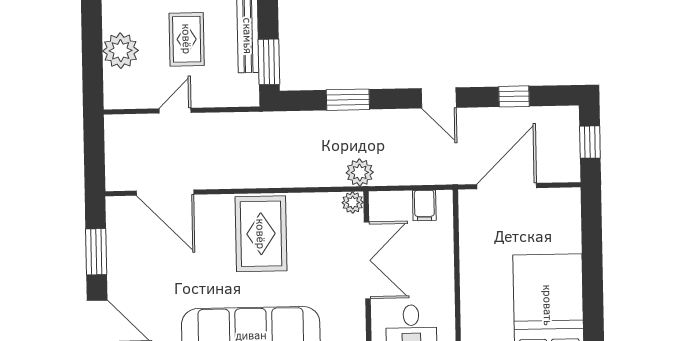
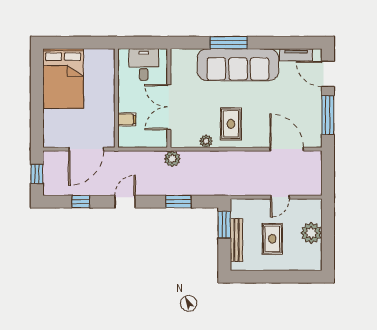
door: (439, 98) -> (125, 202), hinge flipped
plant: (353, 202) -> (206, 141), moved
filing cabinet: (424, 205) -> (127, 119), moved, turned 90
rug: (261, 234) -> (231, 124), width x0.73, depth x0.70
window: (96, 252) -> (328, 115), width x1.44

